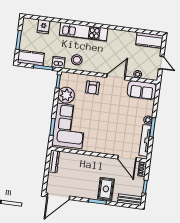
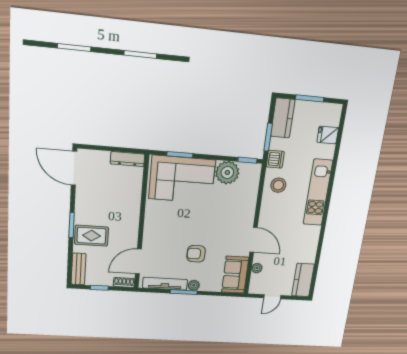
armchair: (93, 88) -> (196, 254), moved

